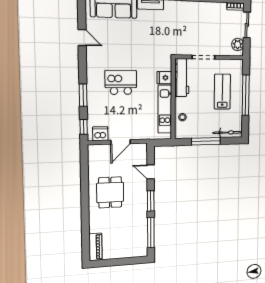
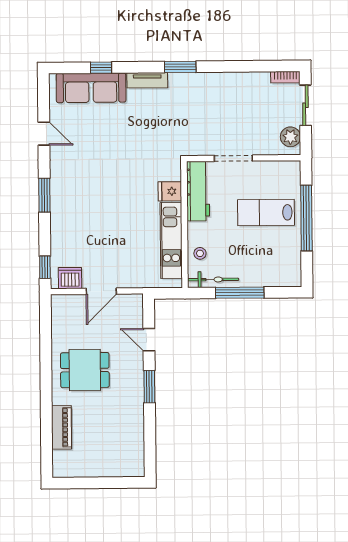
kitchen island: (121, 82) -> (102, 199), removed
lab bench: (222, 92) -> (266, 213), turned -90
window: (83, 95) -> (44, 195), moved
bicycle: (227, 133) -> (213, 279), moved
dining table: (110, 192) -> (85, 370), turned 90
window: (151, 233) -> (150, 438), removed
piano: (96, 247) -> (61, 427), moved

